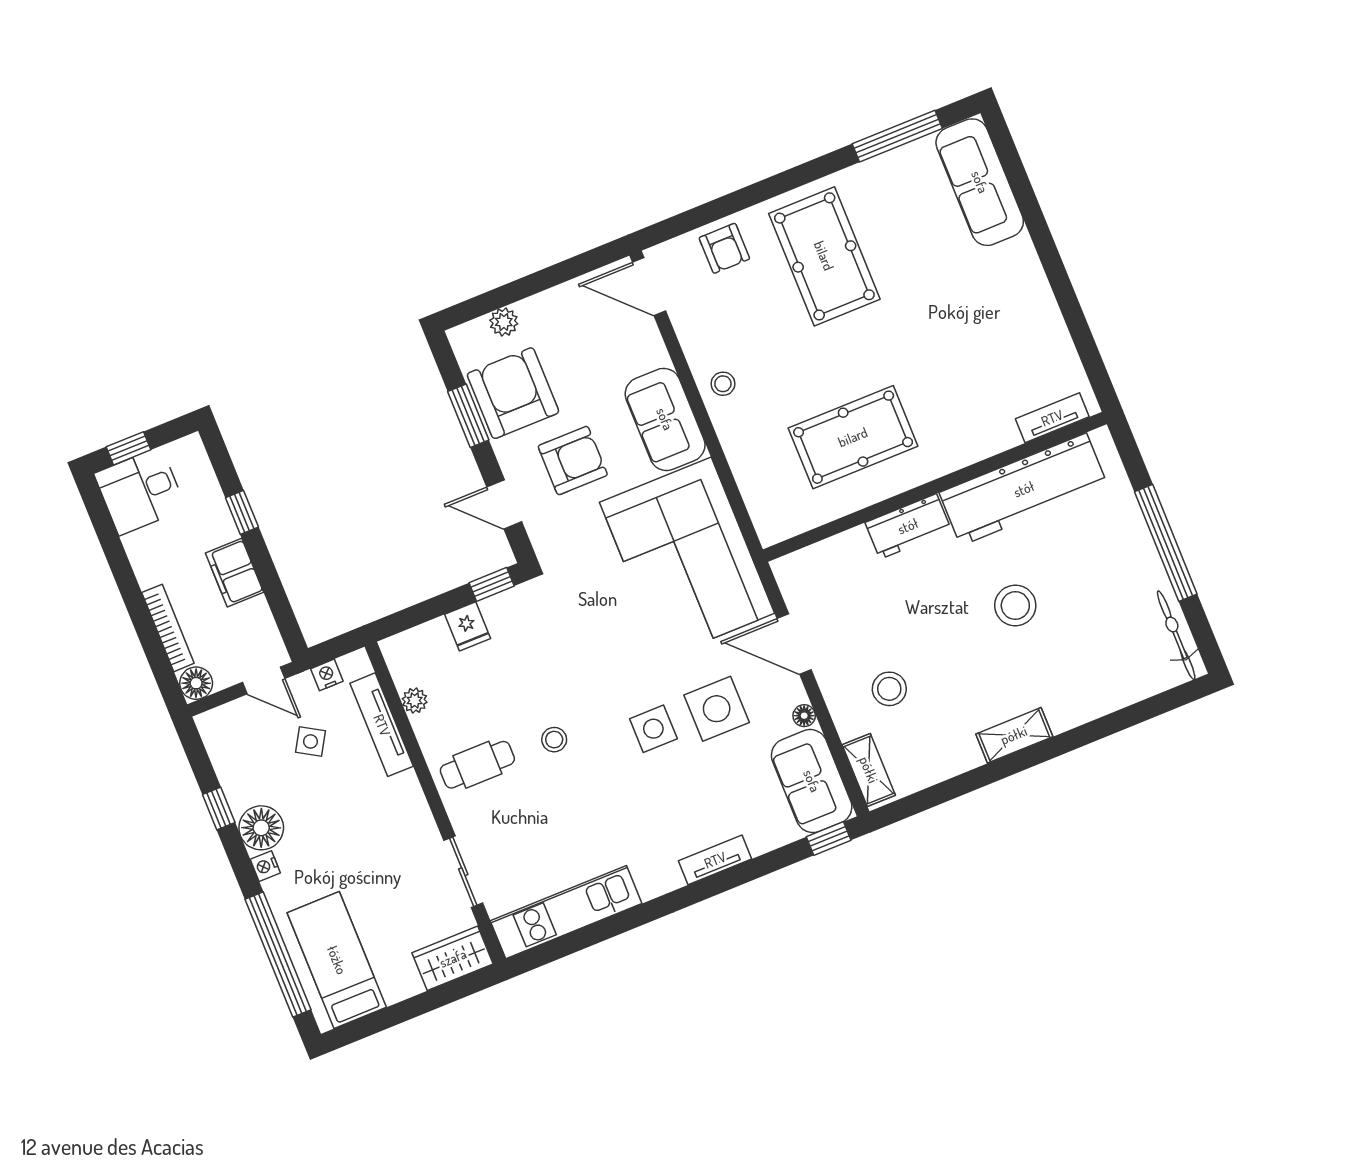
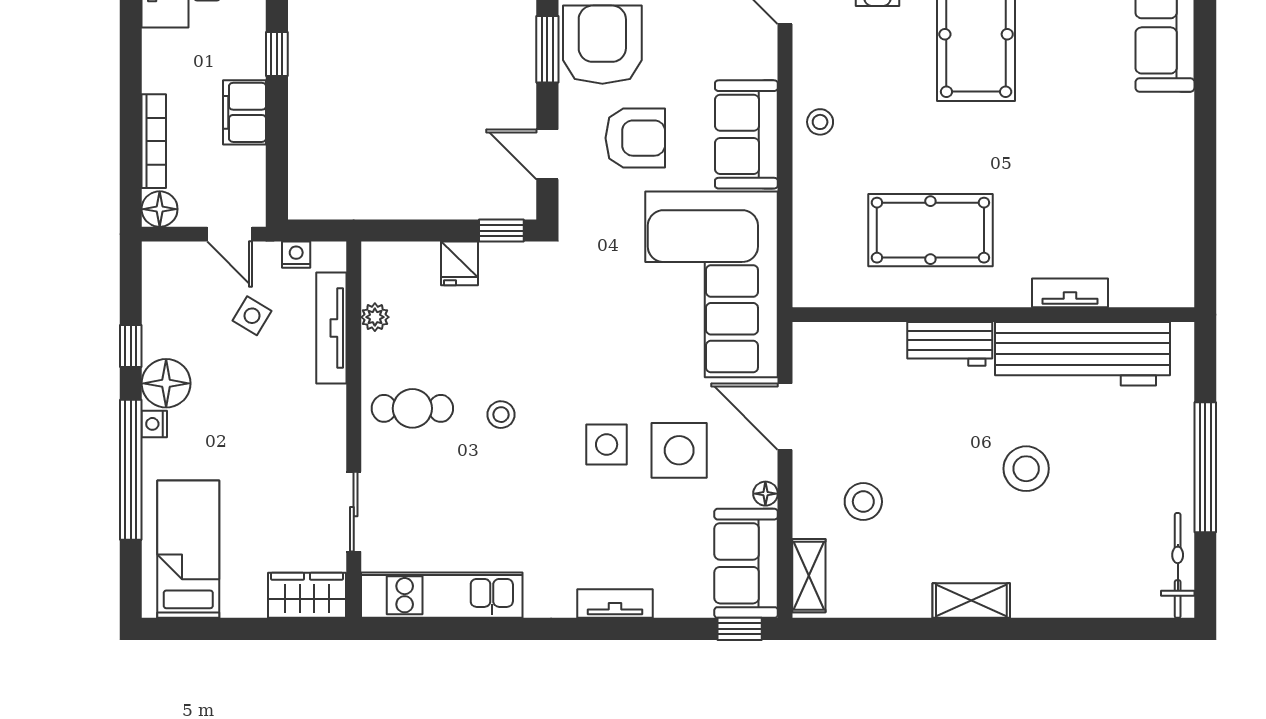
tv unit: (1052, 418) -> (1070, 293), moved
window: (278, 954) -> (131, 470), moved

